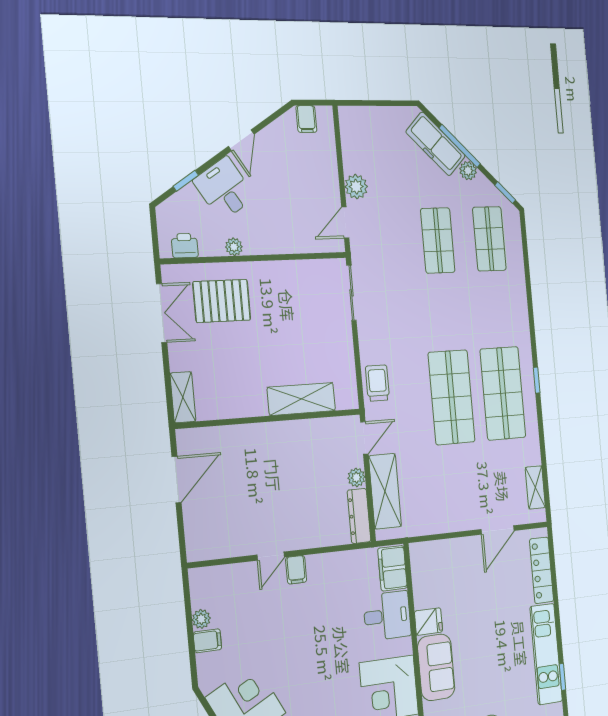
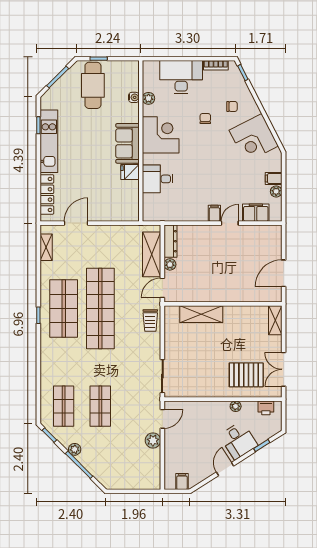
freezer: (436, 144) -> (96, 466), removed
shop shelf: (452, 397) -> (100, 308), width x1.40
filing cabinet: (392, 568) -> (256, 213), moved, turned -90

